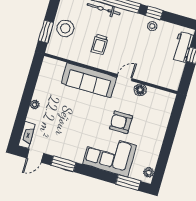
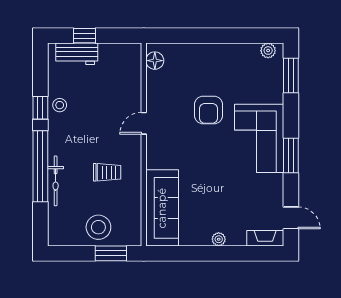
door: (125, 78) -> (144, 123), hinge flipped
sofa: (89, 80) -> (162, 208), moved
floor lamp: (140, 90) -> (155, 61), moved
corner sofa: (110, 155) -> (259, 138), moved
window: (63, 164) -> (291, 155), moved

